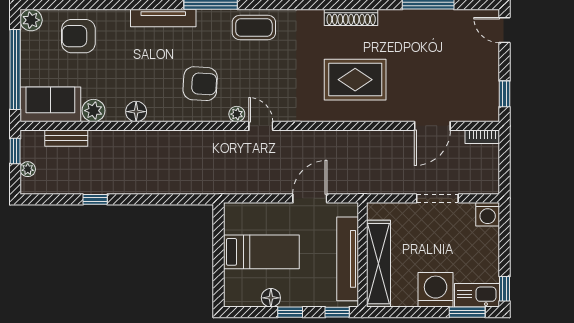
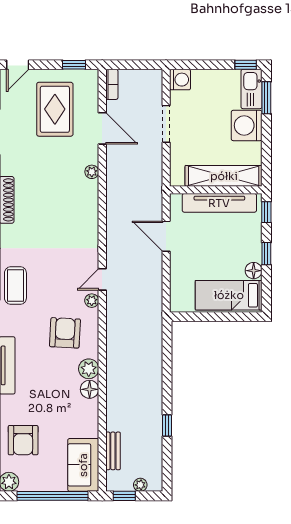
rug: (355, 80) -> (55, 109), moved
plant: (94, 111) -> (89, 369), moved
plant: (383, 114) -> (92, 172), added
bed: (261, 252) -> (229, 295), moved, turned -90

